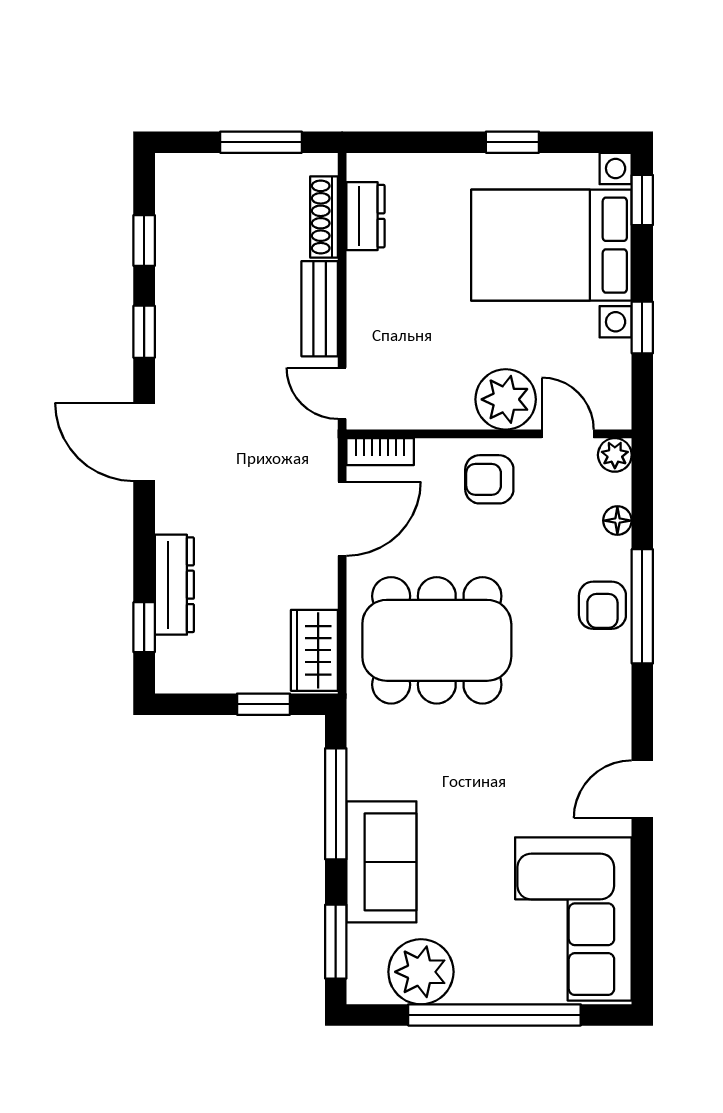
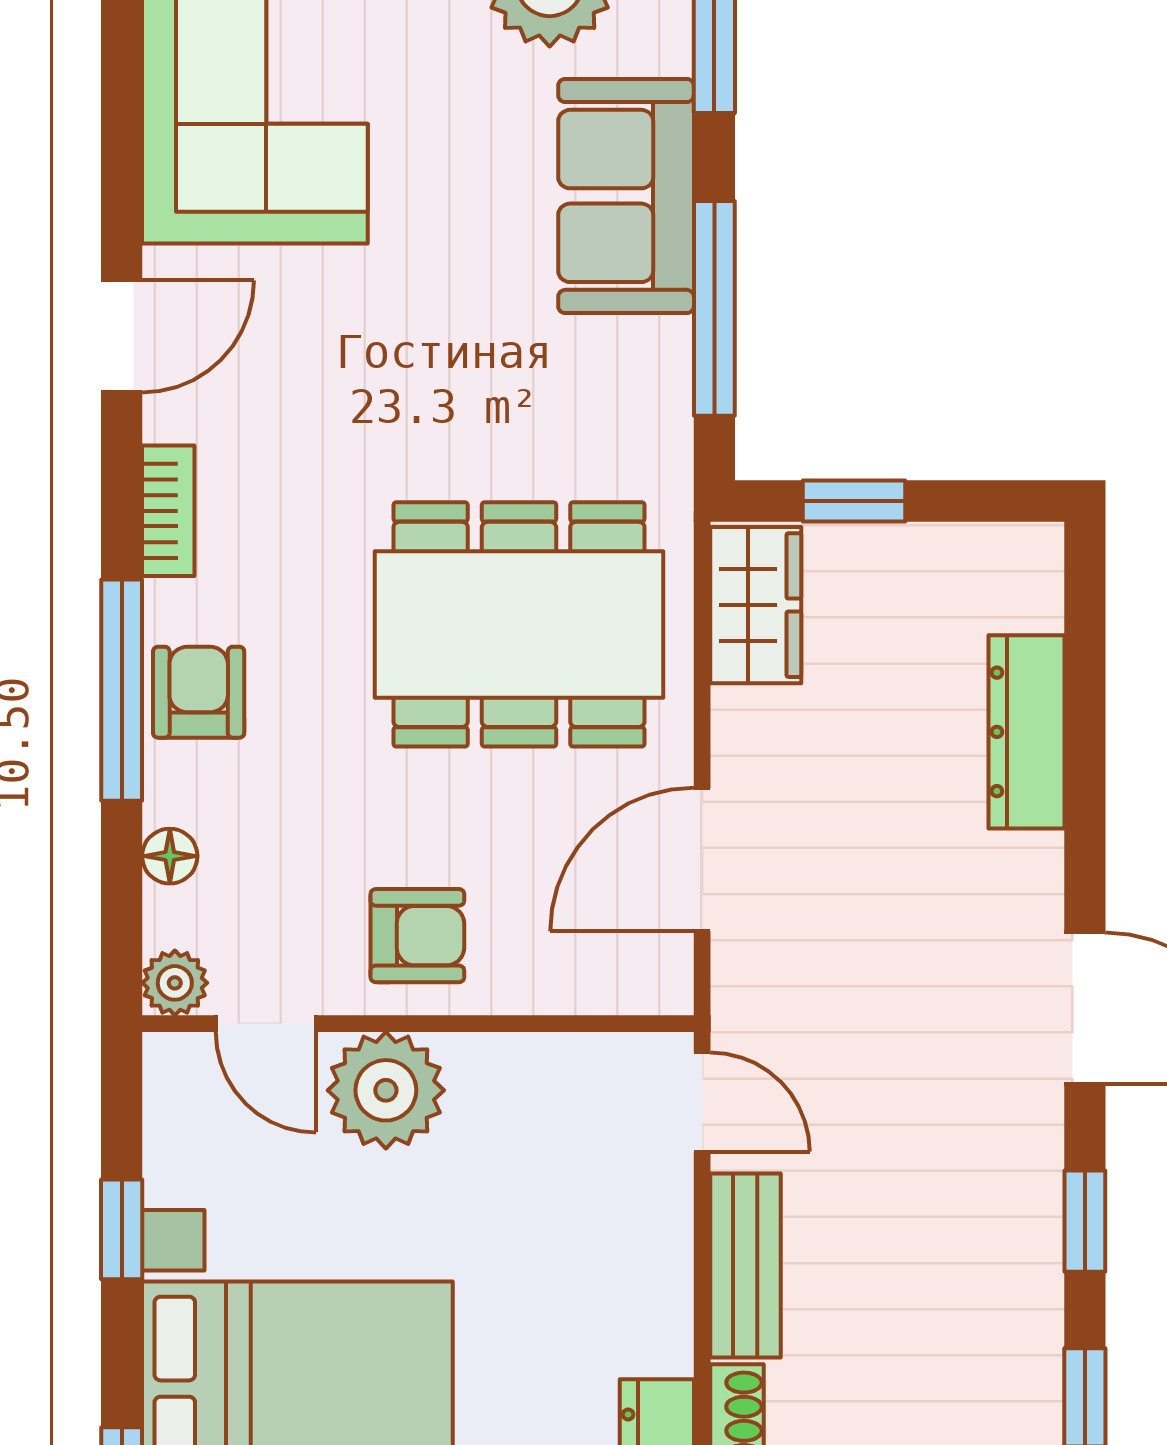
bookcase: (380, 452) -> (168, 511), moved, turned 90
window: (144, 627) -> (1085, 650), removed

